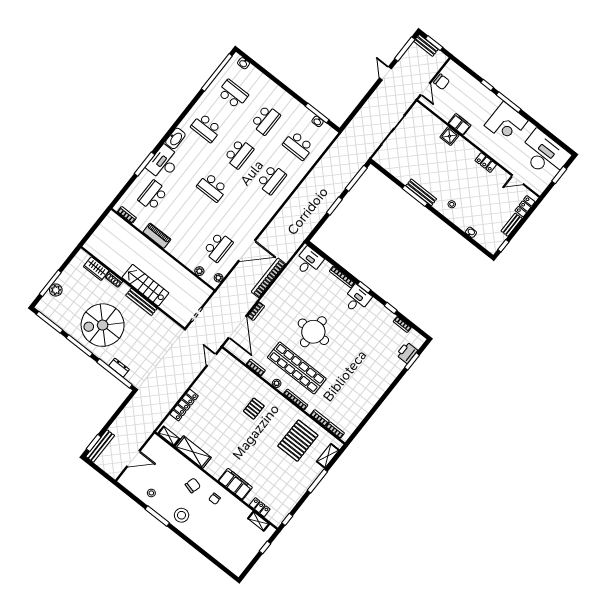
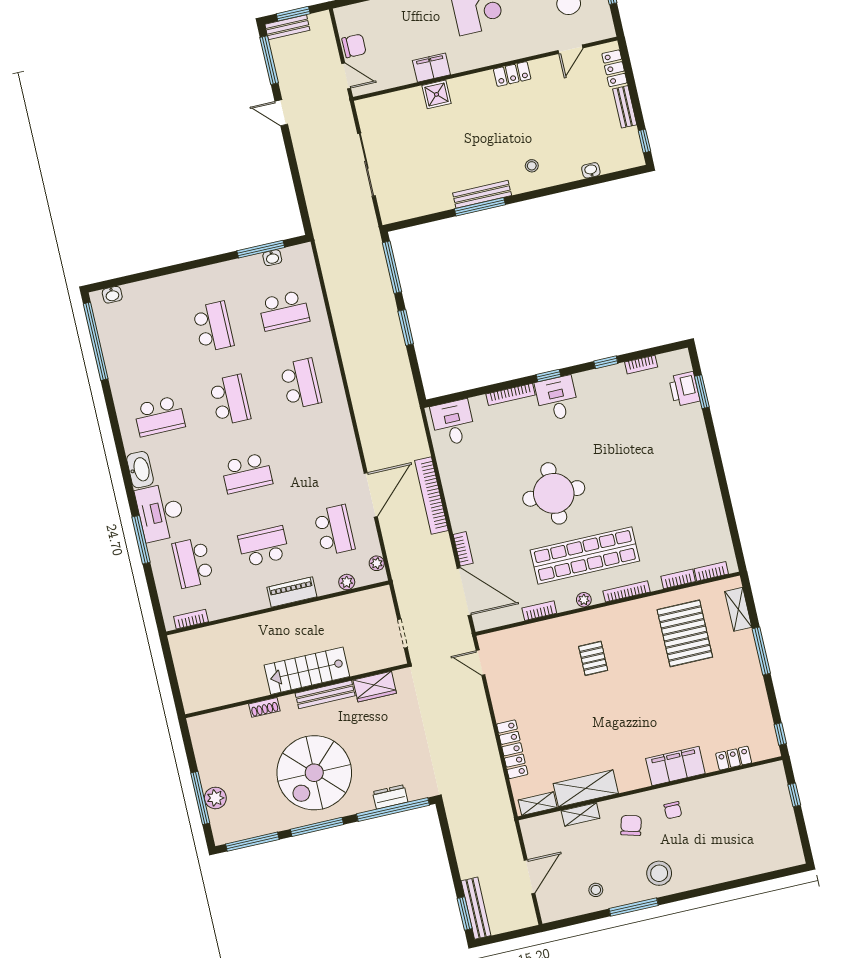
school desk: (233, 94) -> (264, 546), moved
piano: (157, 236) -> (292, 592), moved
wardrobe: (96, 269) -> (375, 687), moved
shelving: (258, 521) -> (581, 814), moved

